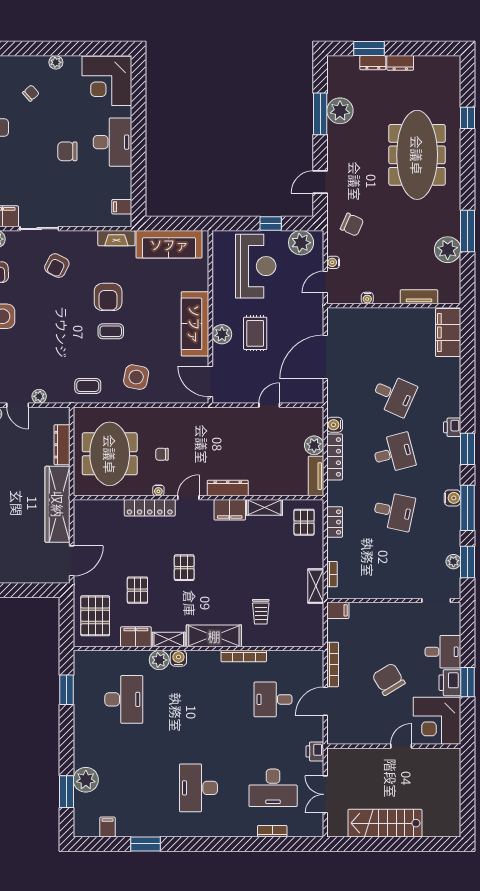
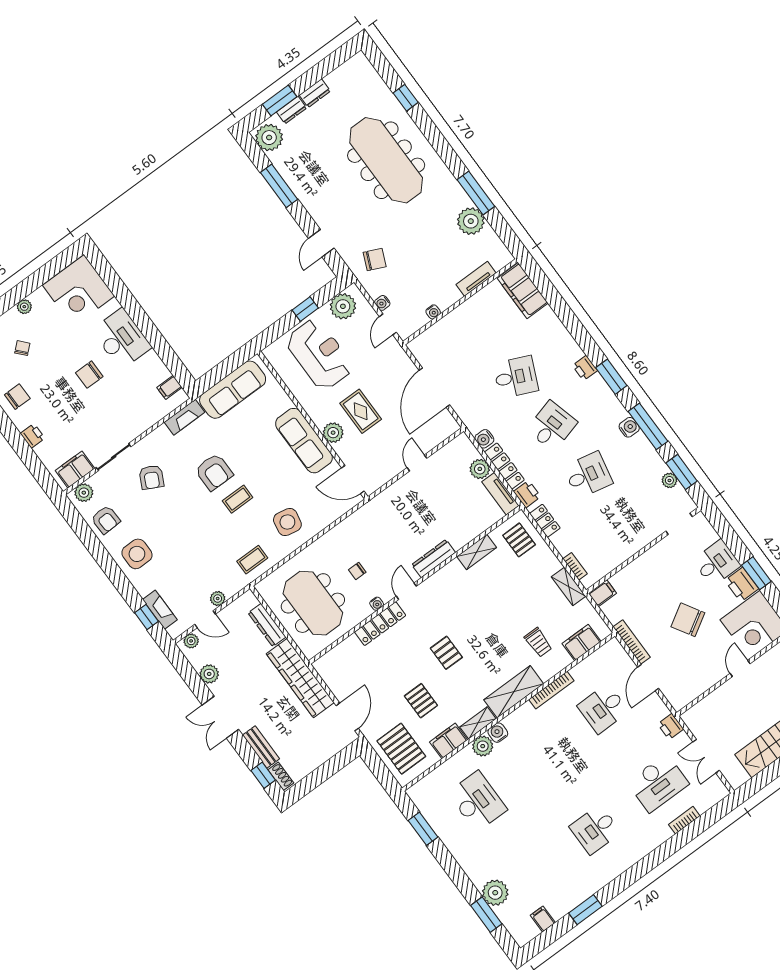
plant: (340, 111) -> (269, 138), moved
printer: (336, 491) -> (527, 494), added
filing cabinet: (230, 510) -> (582, 643), moved, turned 180
desk: (198, 788) -> (595, 829), width x0.73

